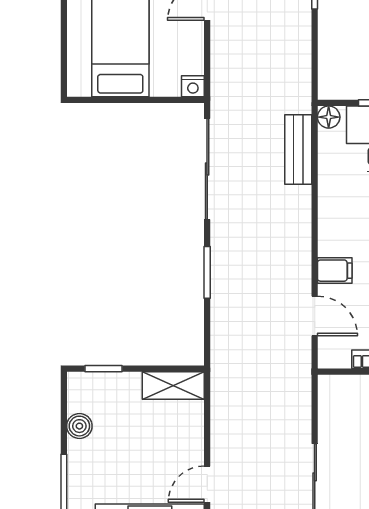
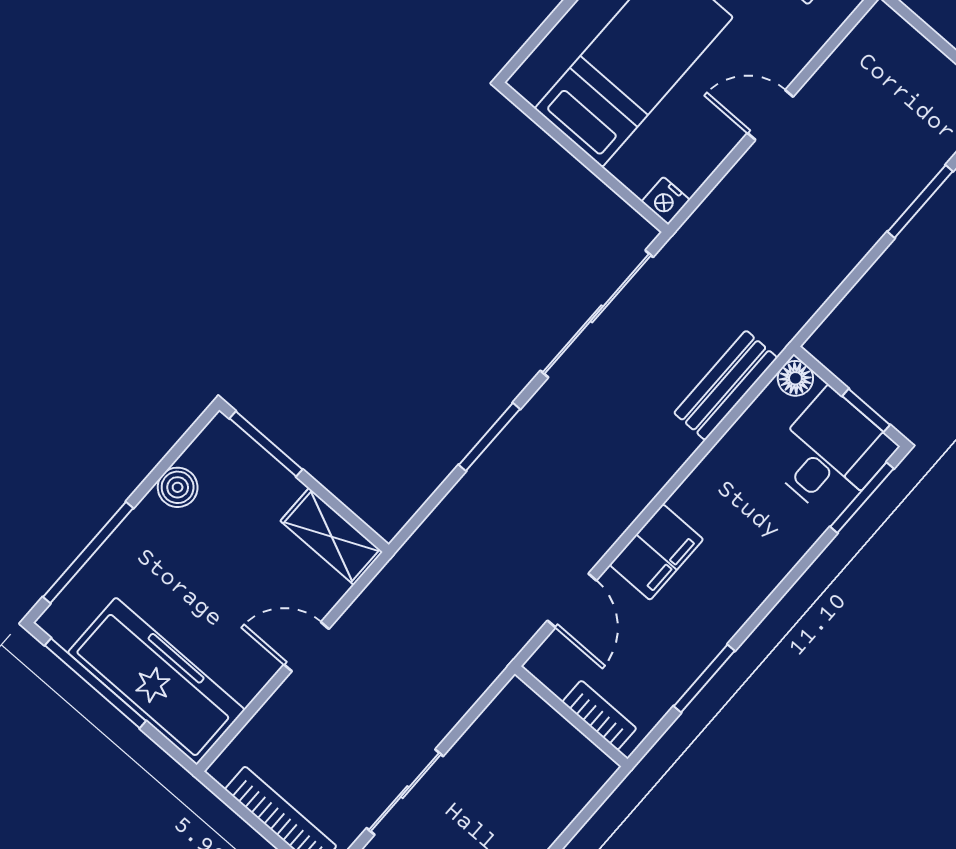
filing cabinet: (335, 271) -> (656, 552), width x2.00
window: (104, 369) -> (266, 444), width x1.50
door: (207, 484) -> (306, 647), moved

